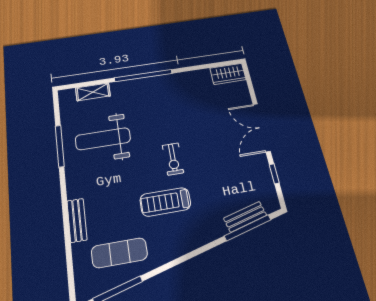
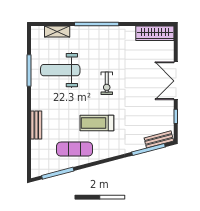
wardrobe: (228, 74) -> (155, 33), width x1.50
exercise bike: (173, 159) -> (107, 83), moved
bench: (245, 217) -> (159, 139), moved
exercise mat: (119, 253) -> (75, 149), moved

